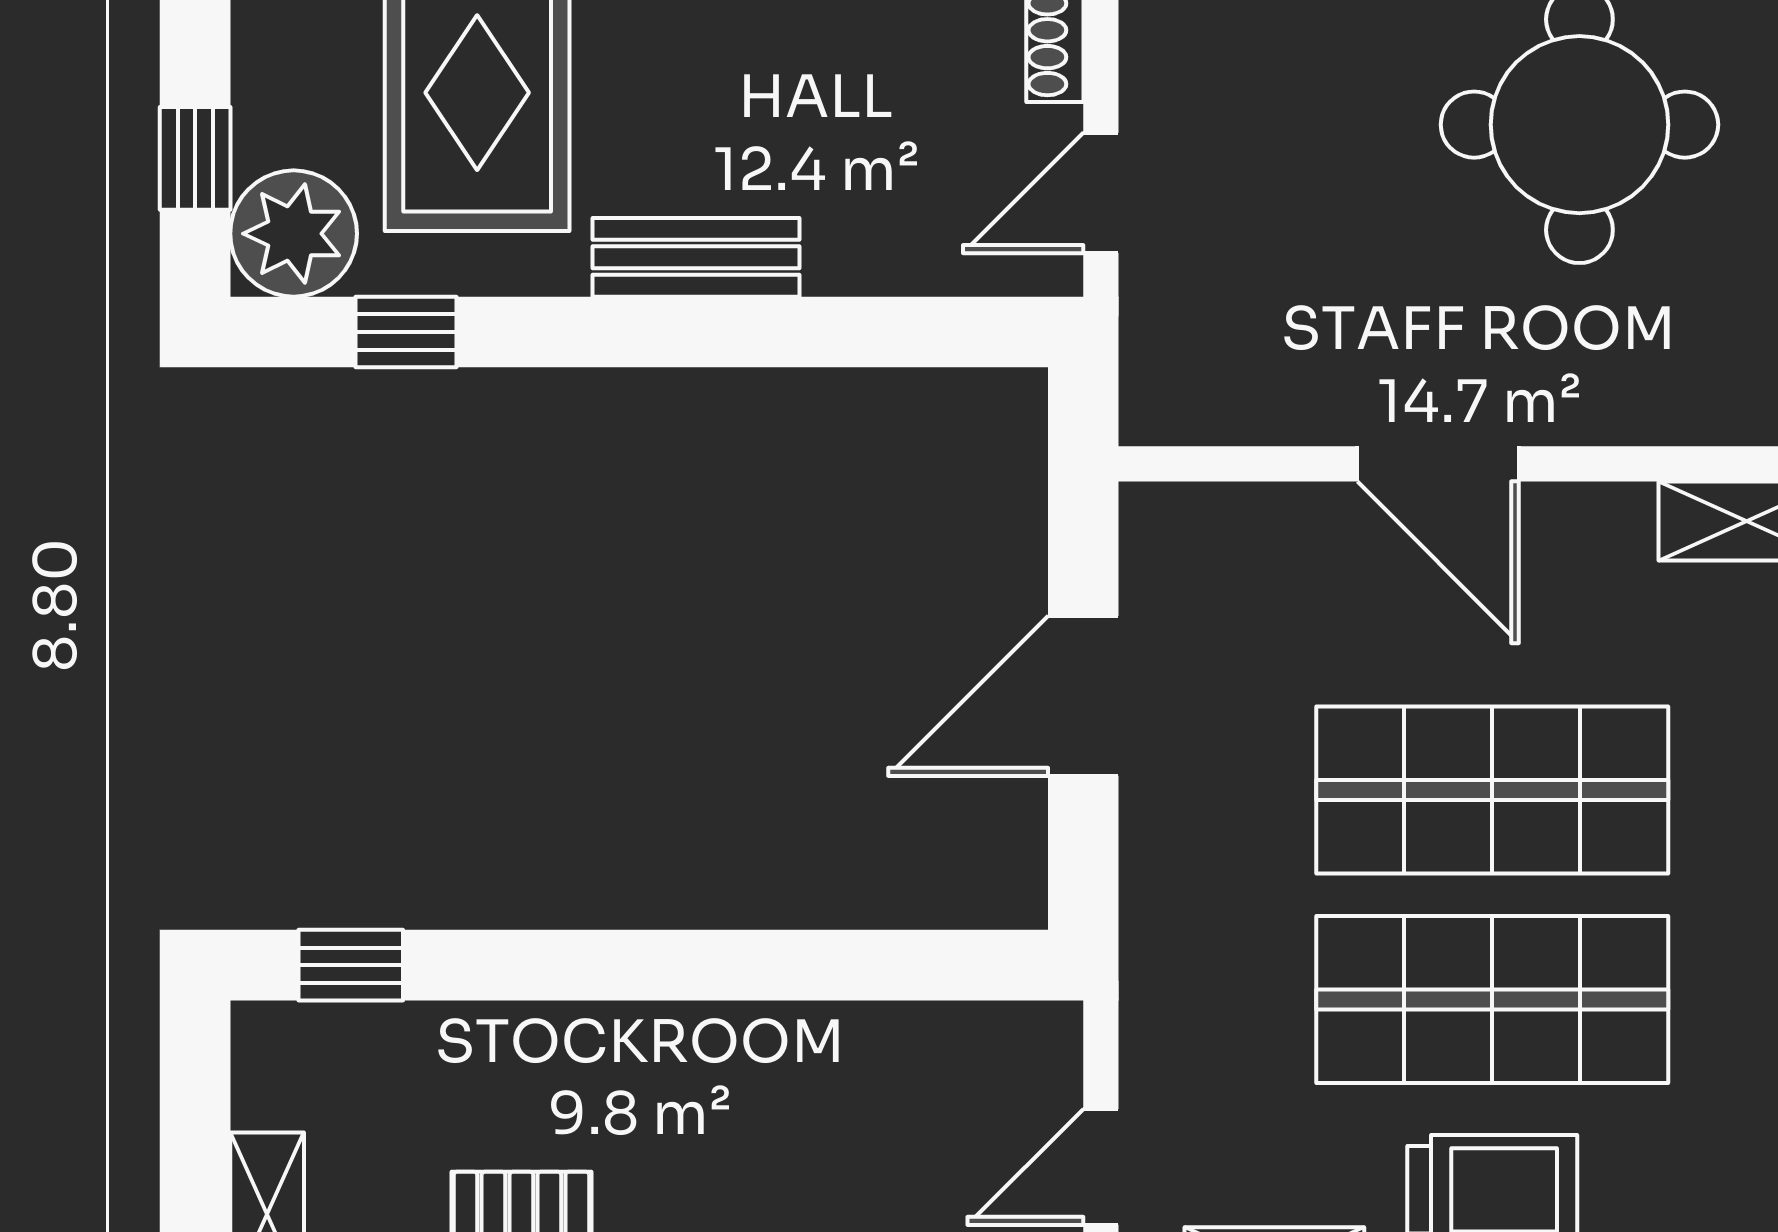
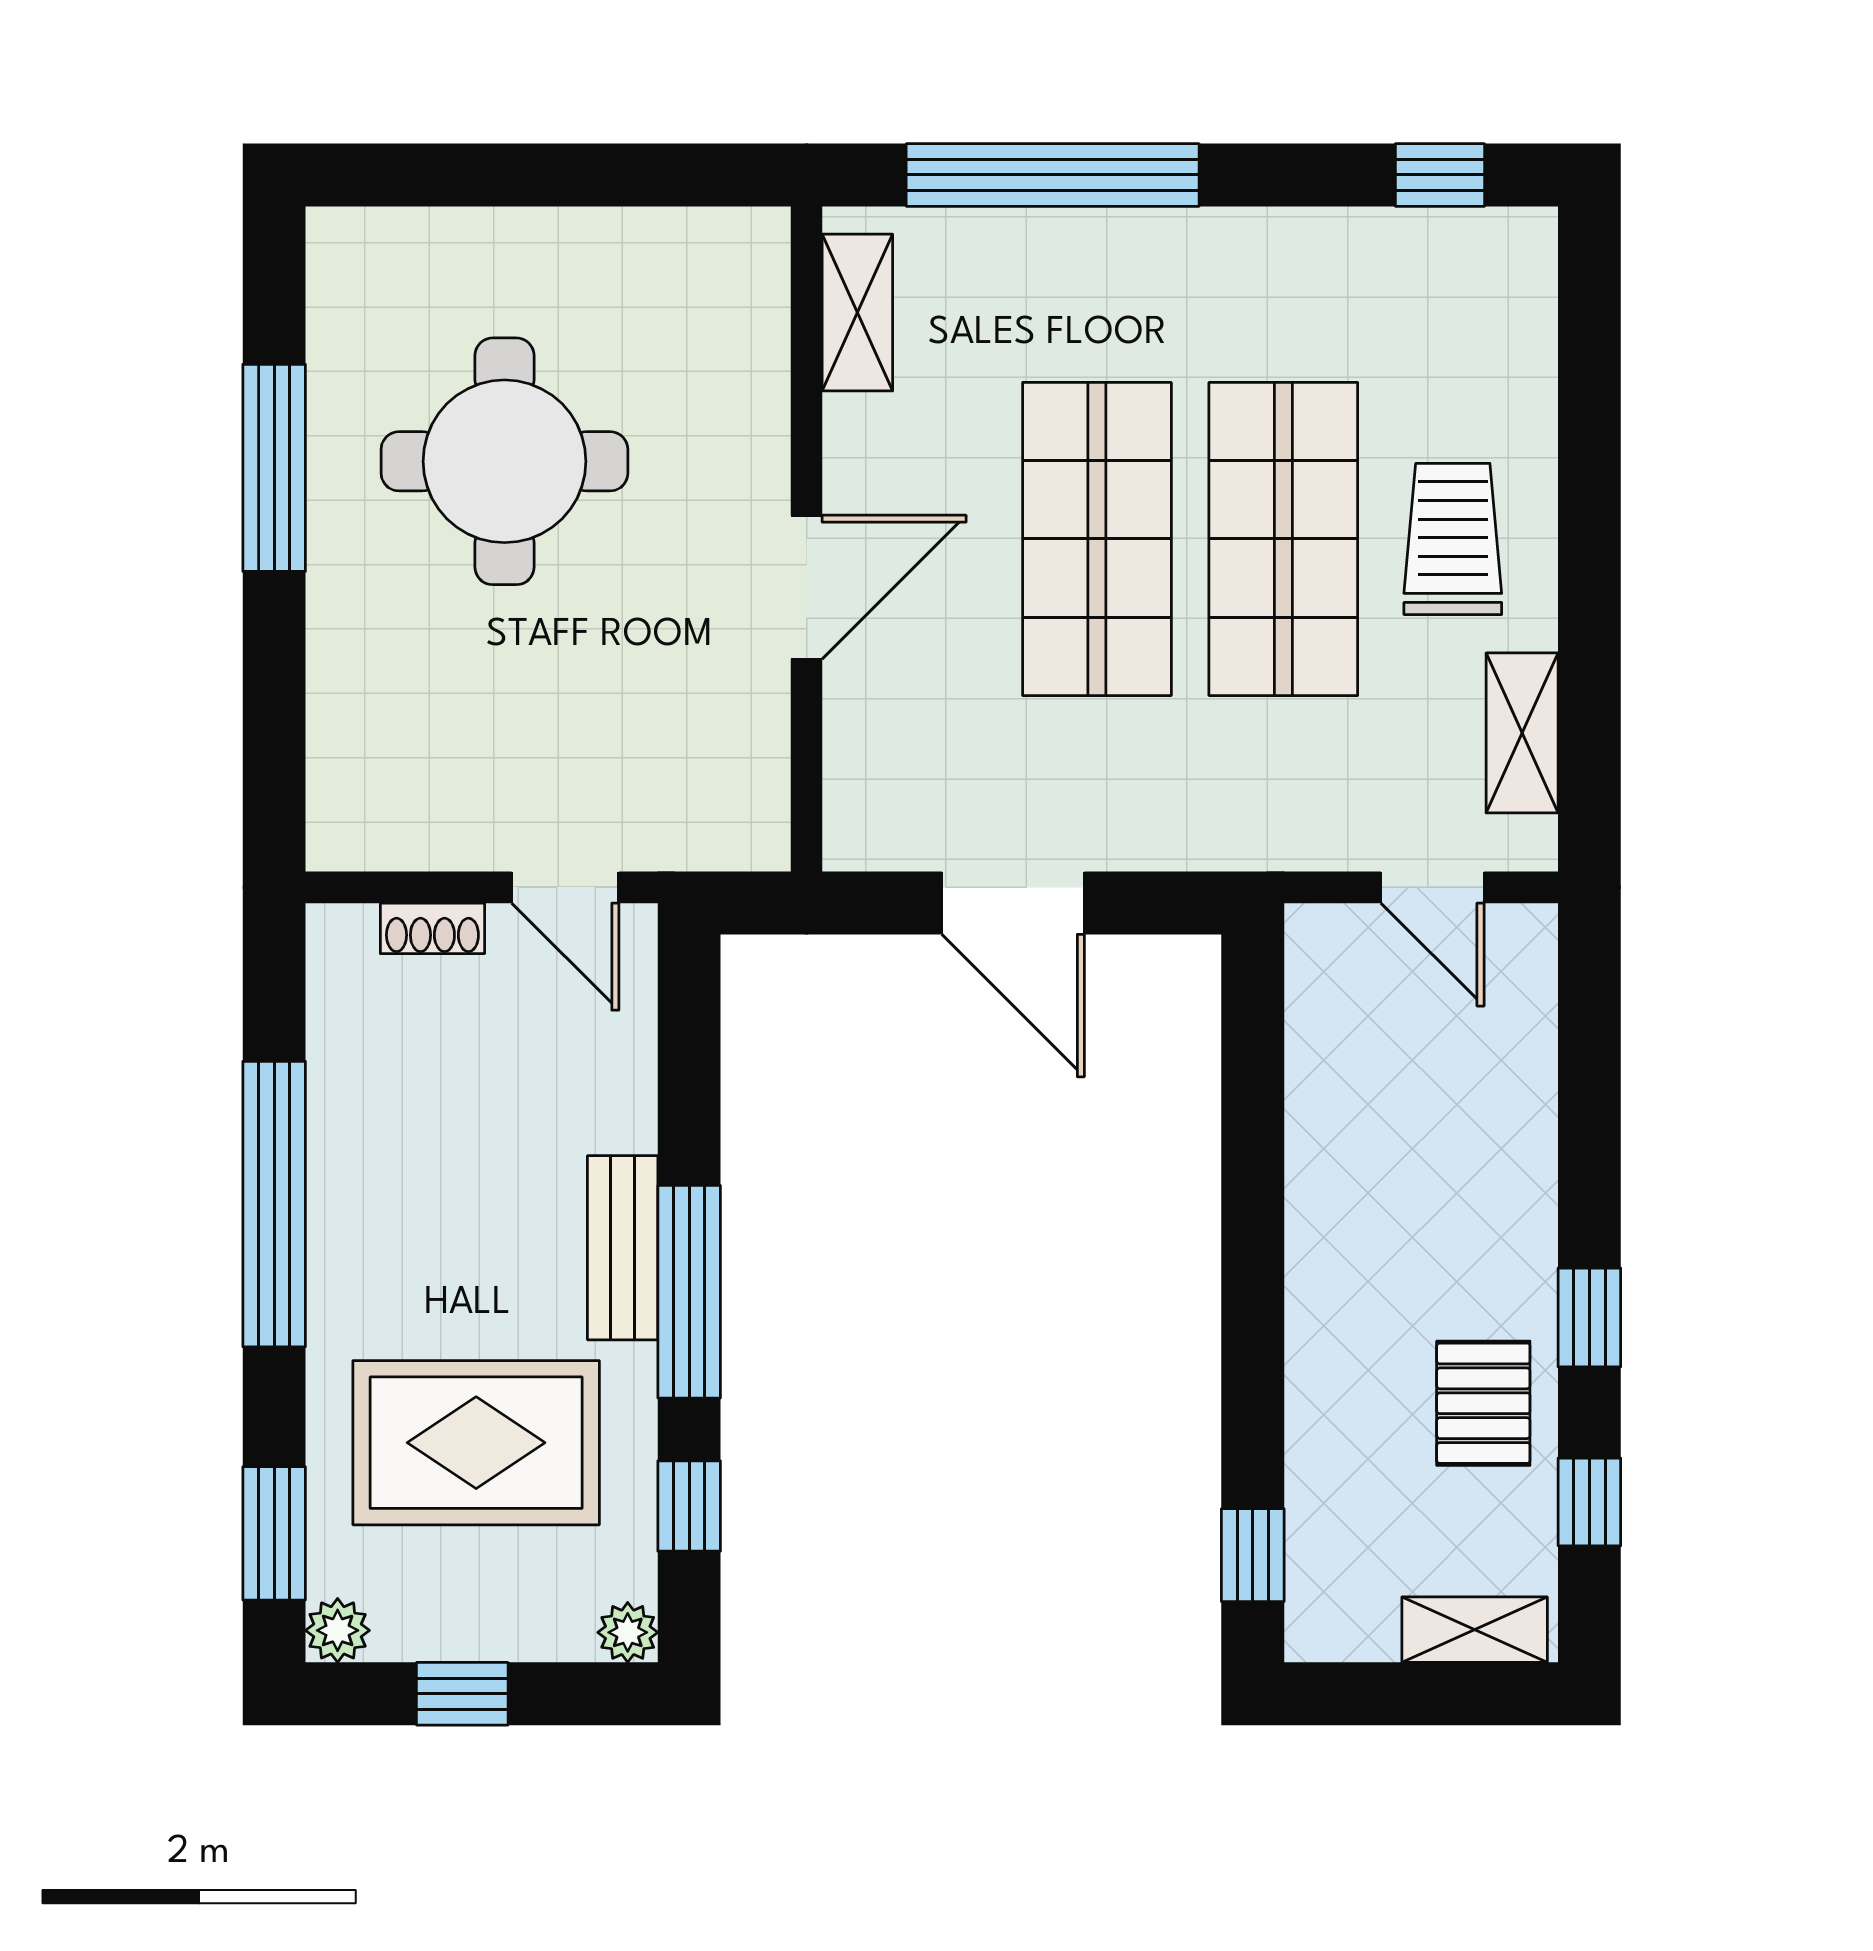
window: (195, 158) -> (462, 1694), moved
plant: (294, 234) -> (628, 1632), width x0.53, depth x0.53
window: (647, 332) -> (689, 1292), added

